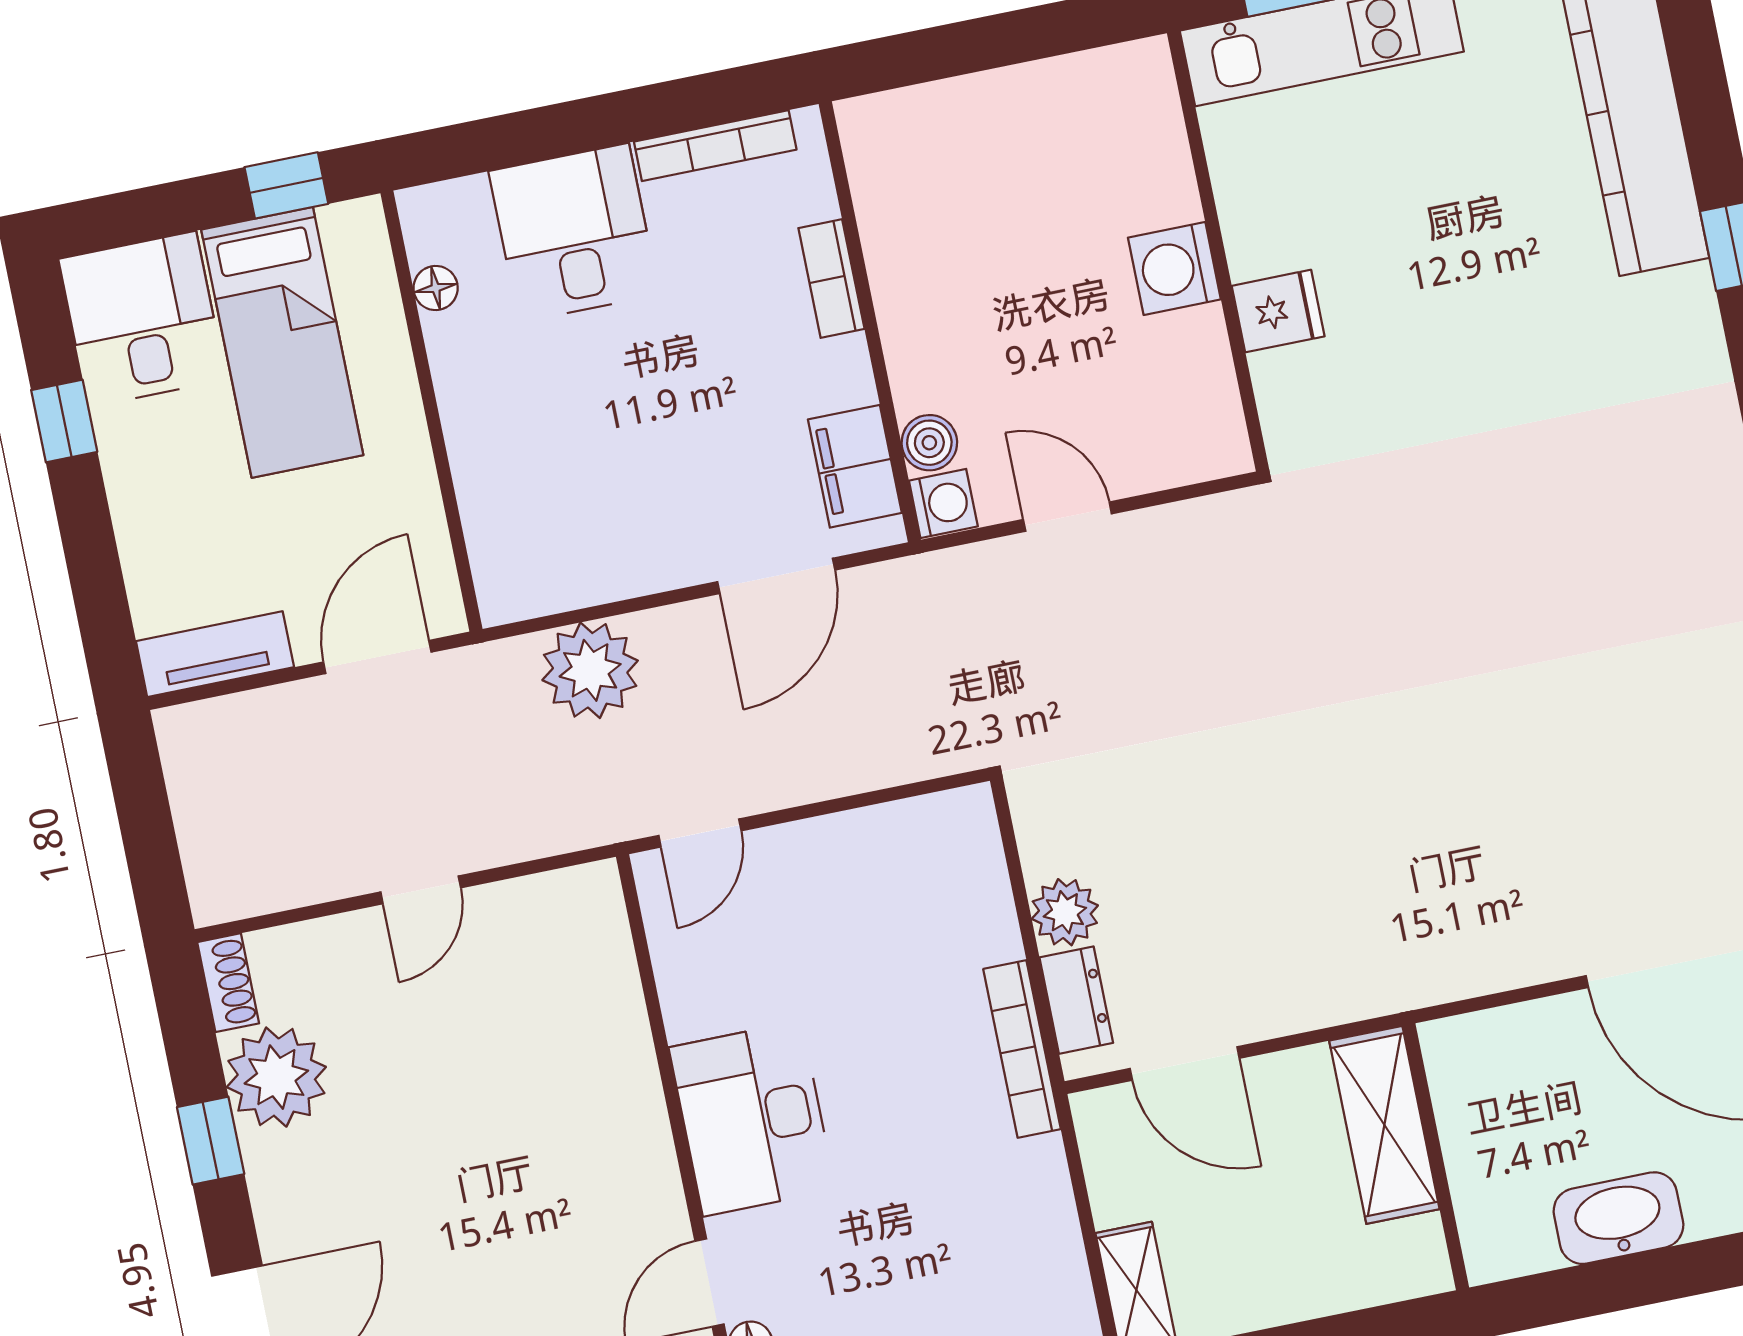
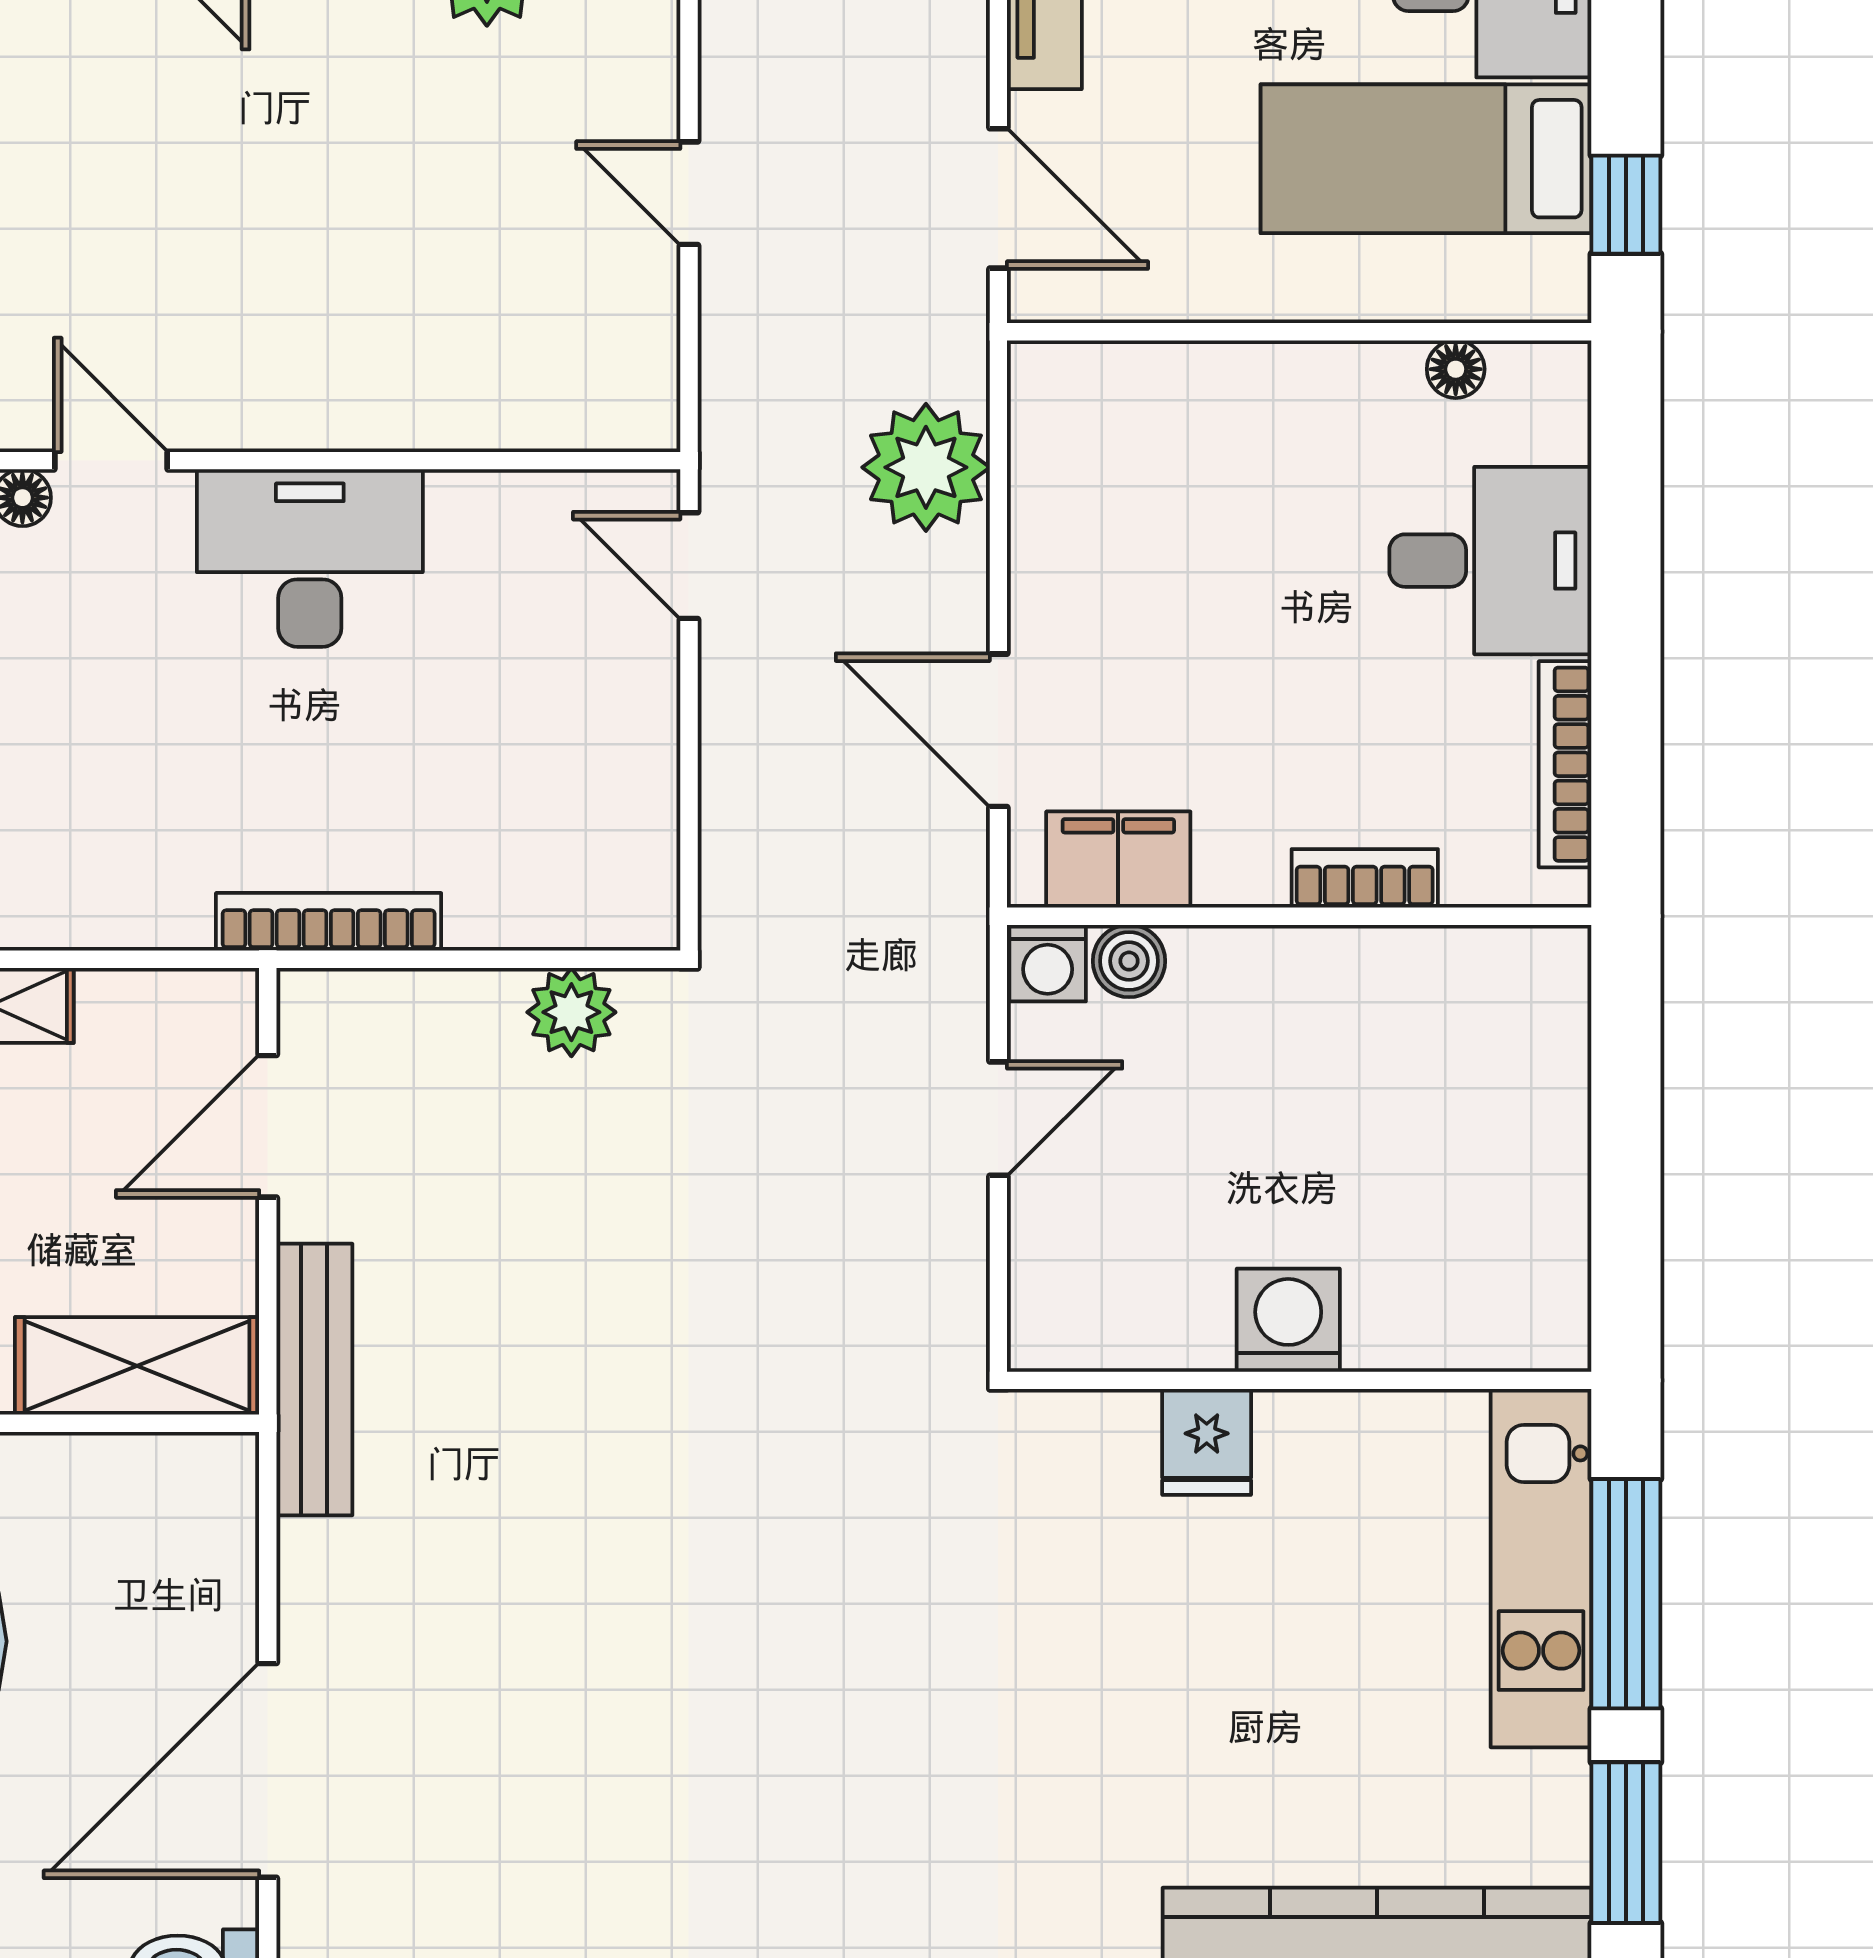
plant: (1065, 912) -> (571, 1012), moved
bench: (1367, 990) -> (314, 1379), added
dresser: (1076, 1000) -> (377, 1004), removed

